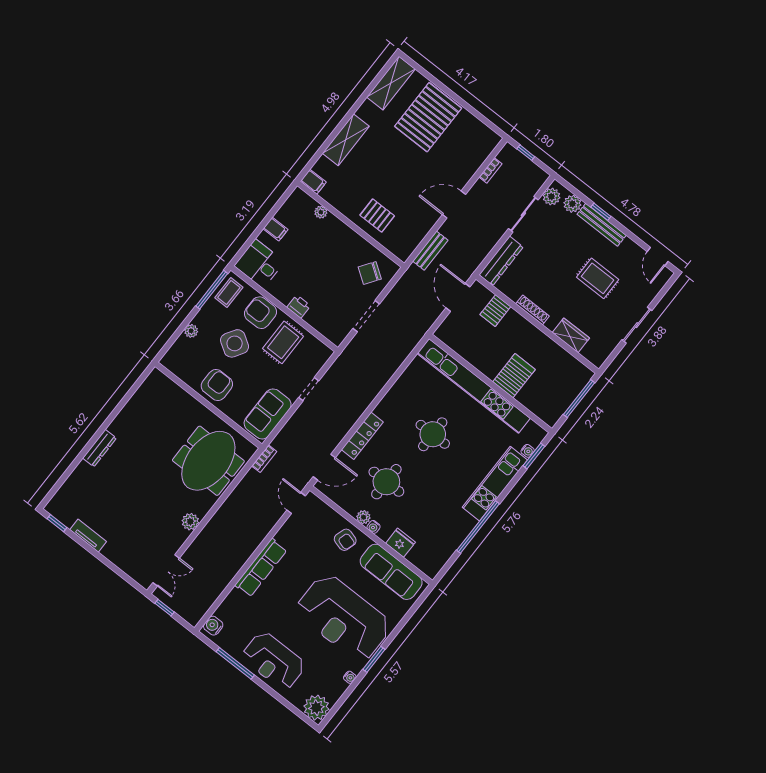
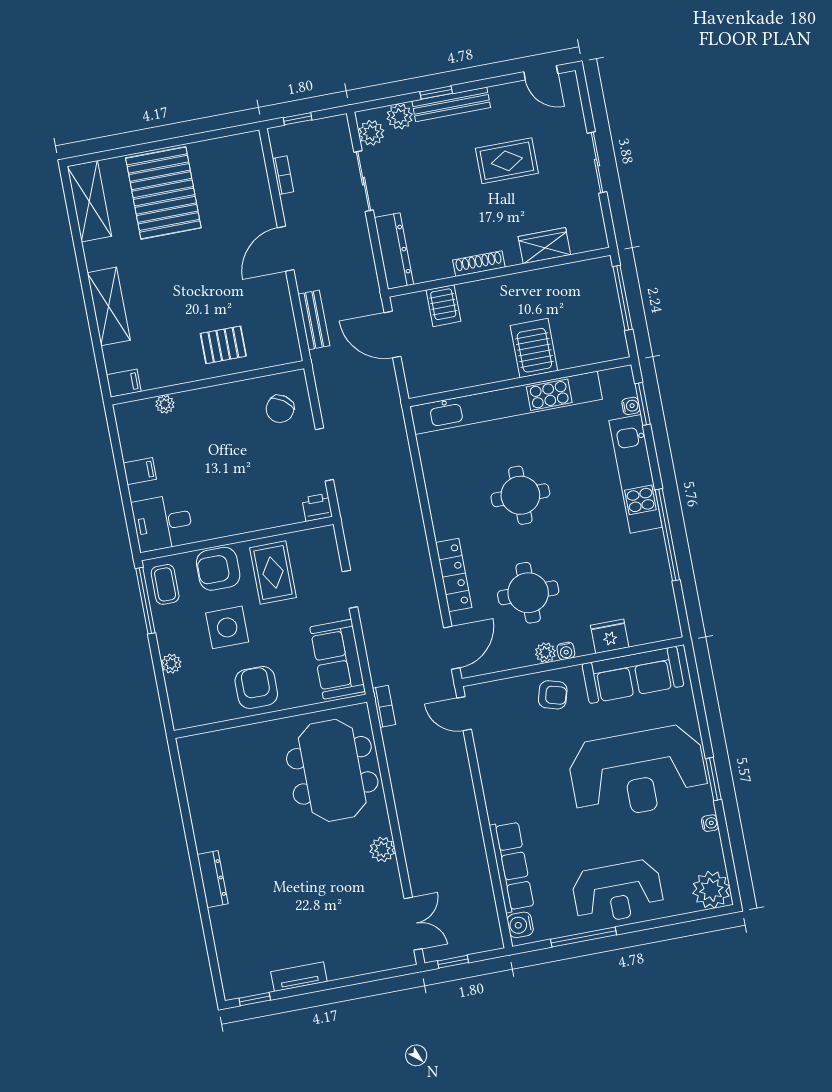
printer: (299, 307) -> (317, 507), moved
side table: (235, 343) -> (227, 627), turned -32
row of seats: (261, 568) -> (512, 867), moved

